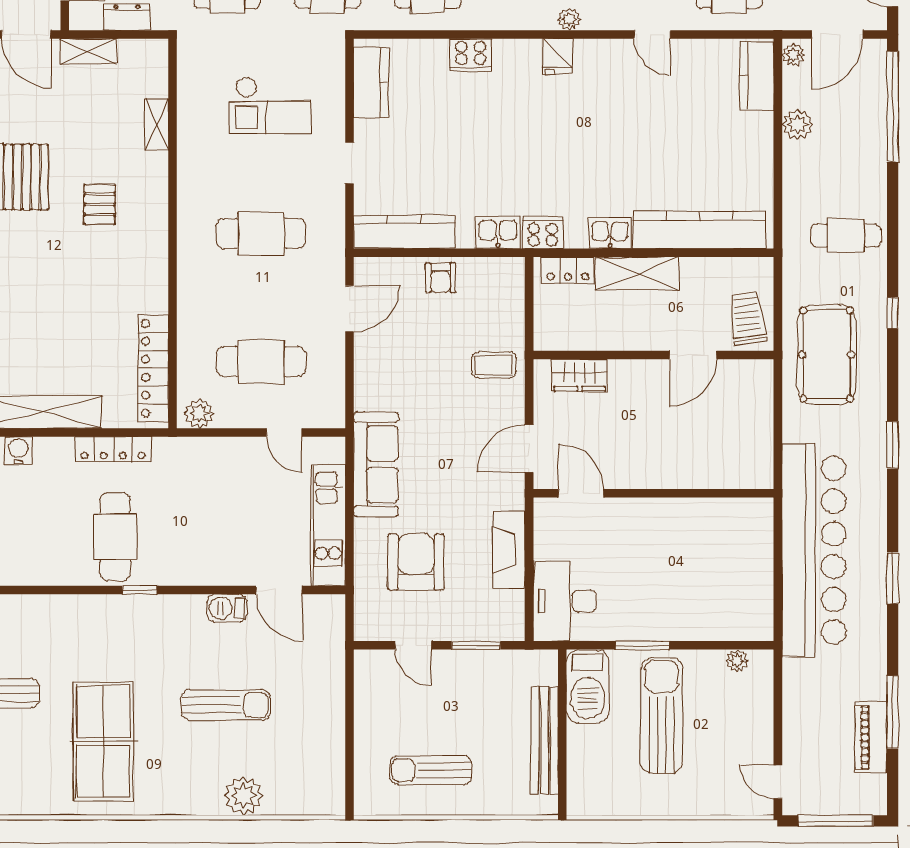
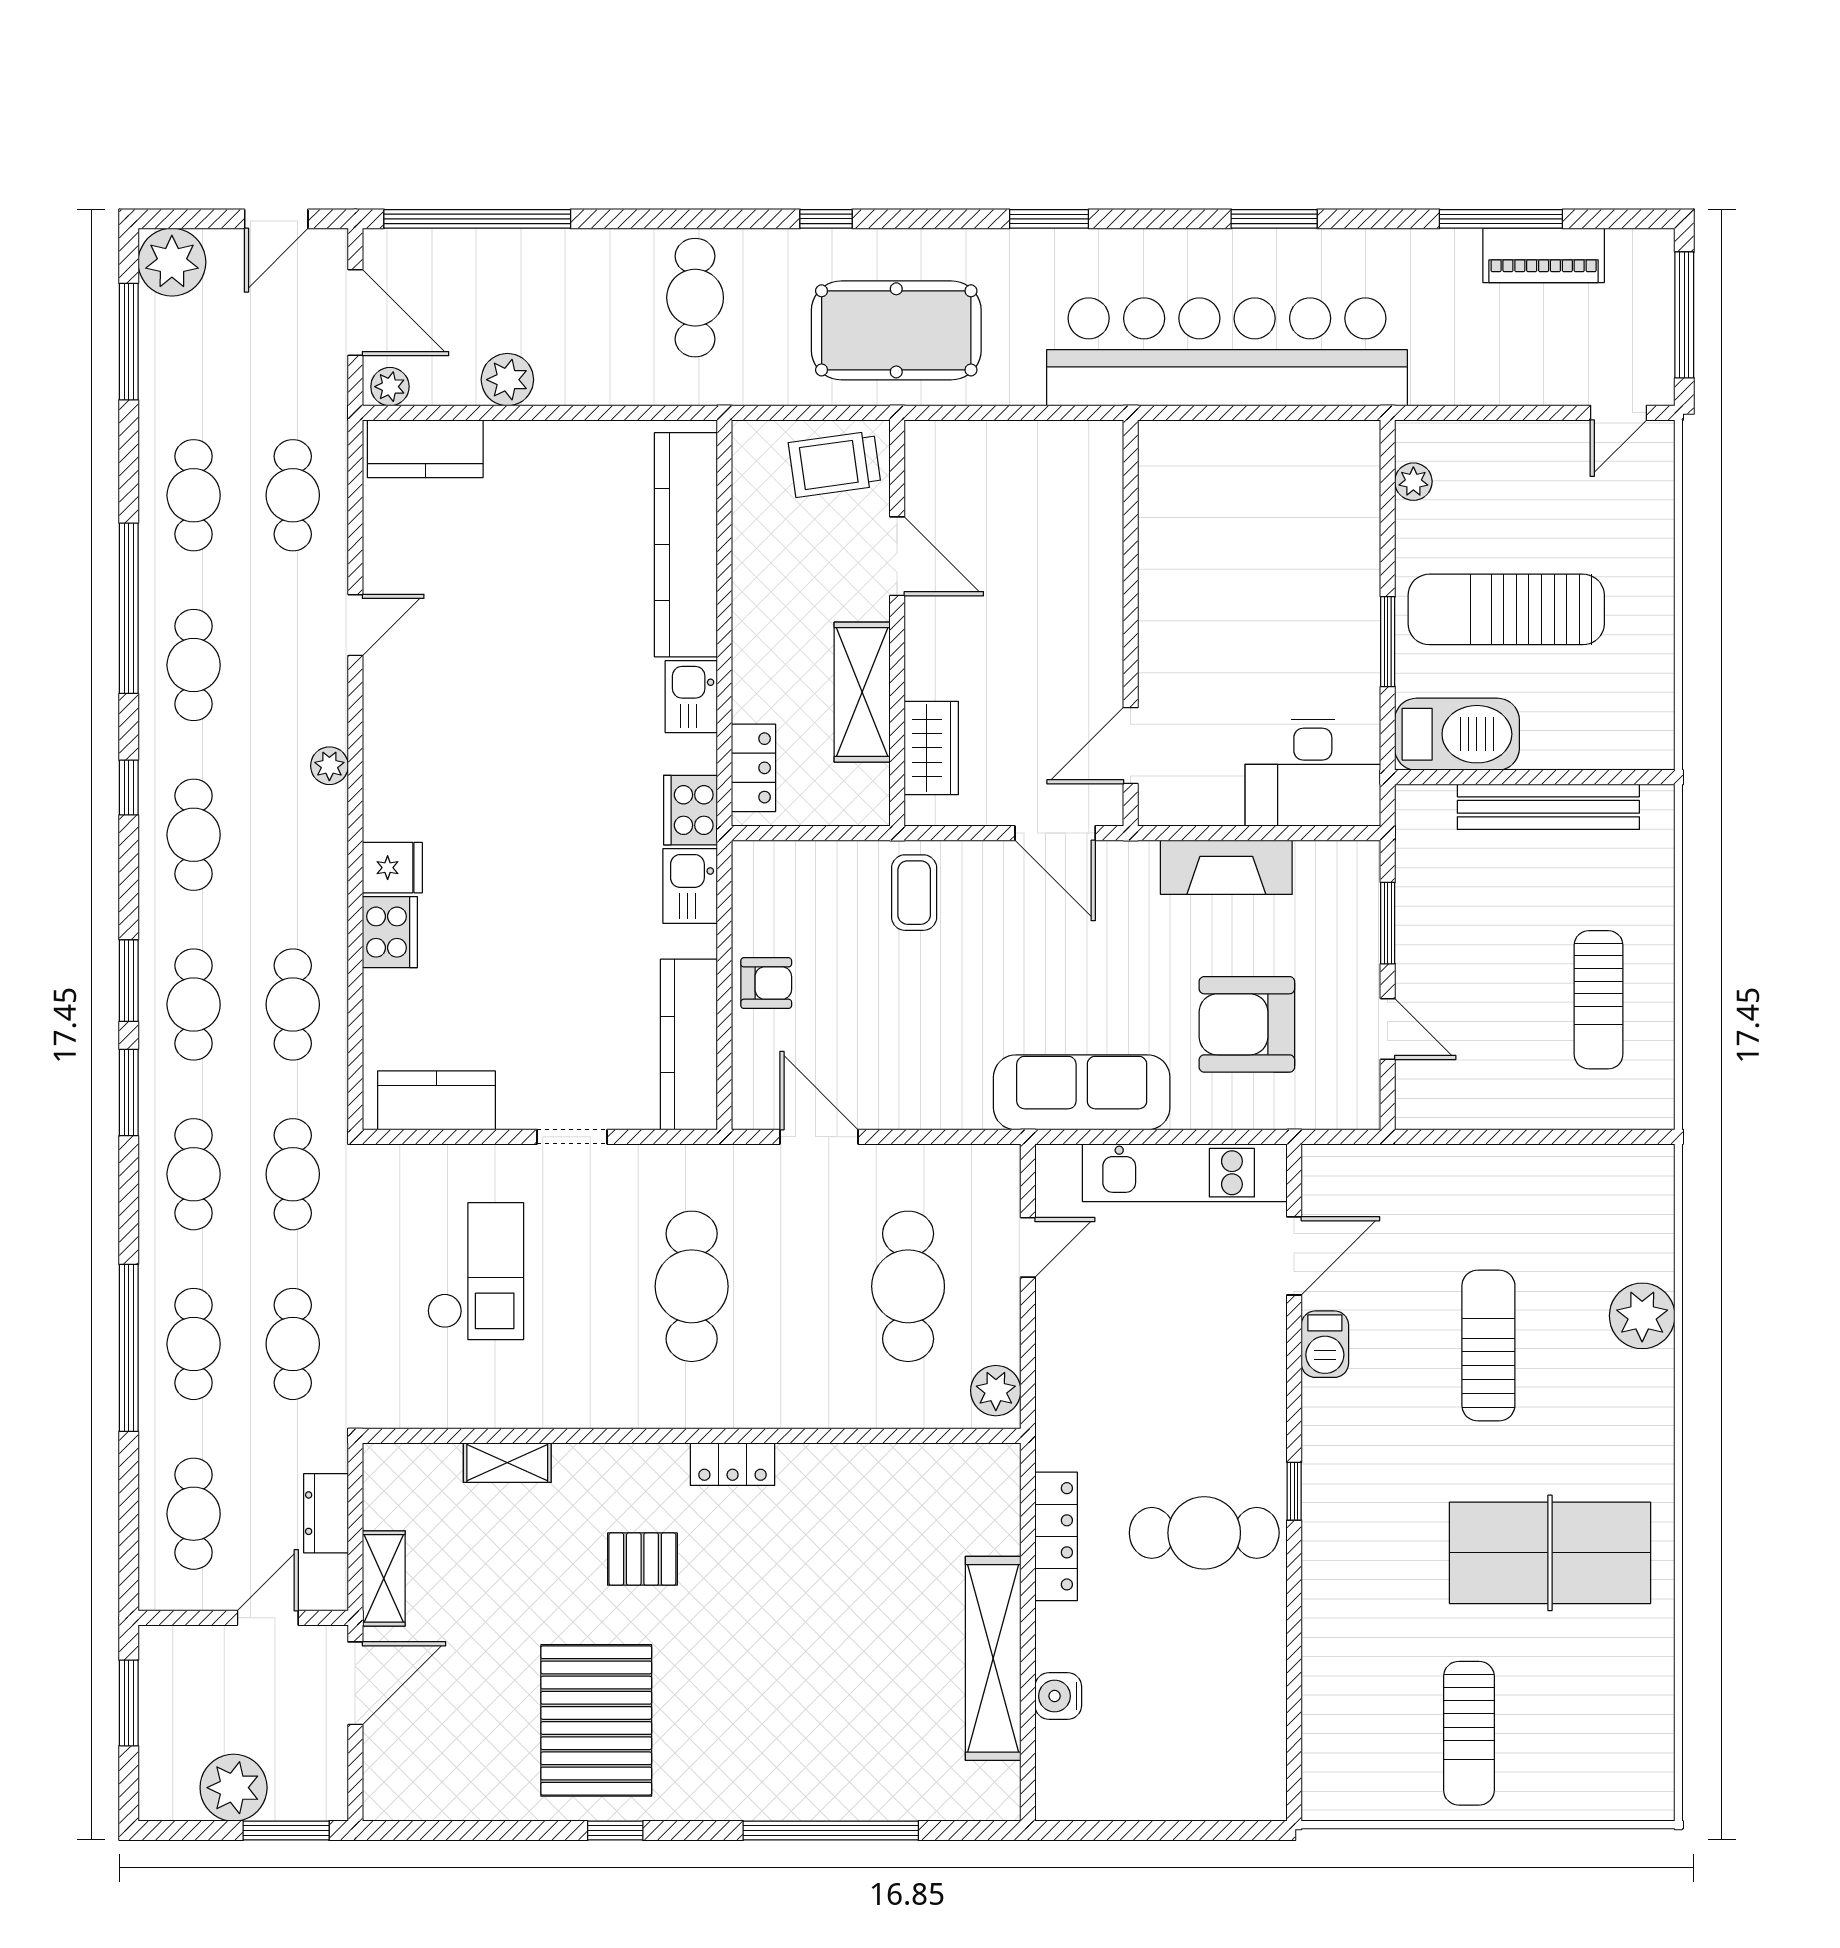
fridge: (557, 56) -> (392, 868), moved
shelving: (637, 274) -> (862, 692), moved
locker: (153, 368) -> (733, 1464), moved, width x0.46, depth x0.83
door: (413, 645) -> (1388, 1029), hinge flipped

